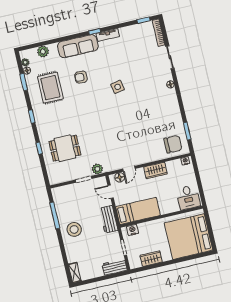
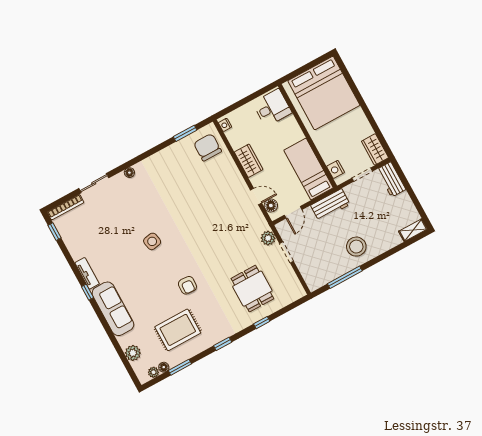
armchair: (81, 77) -> (187, 285), moved
wardrobe: (151, 259) -> (375, 149), moved

